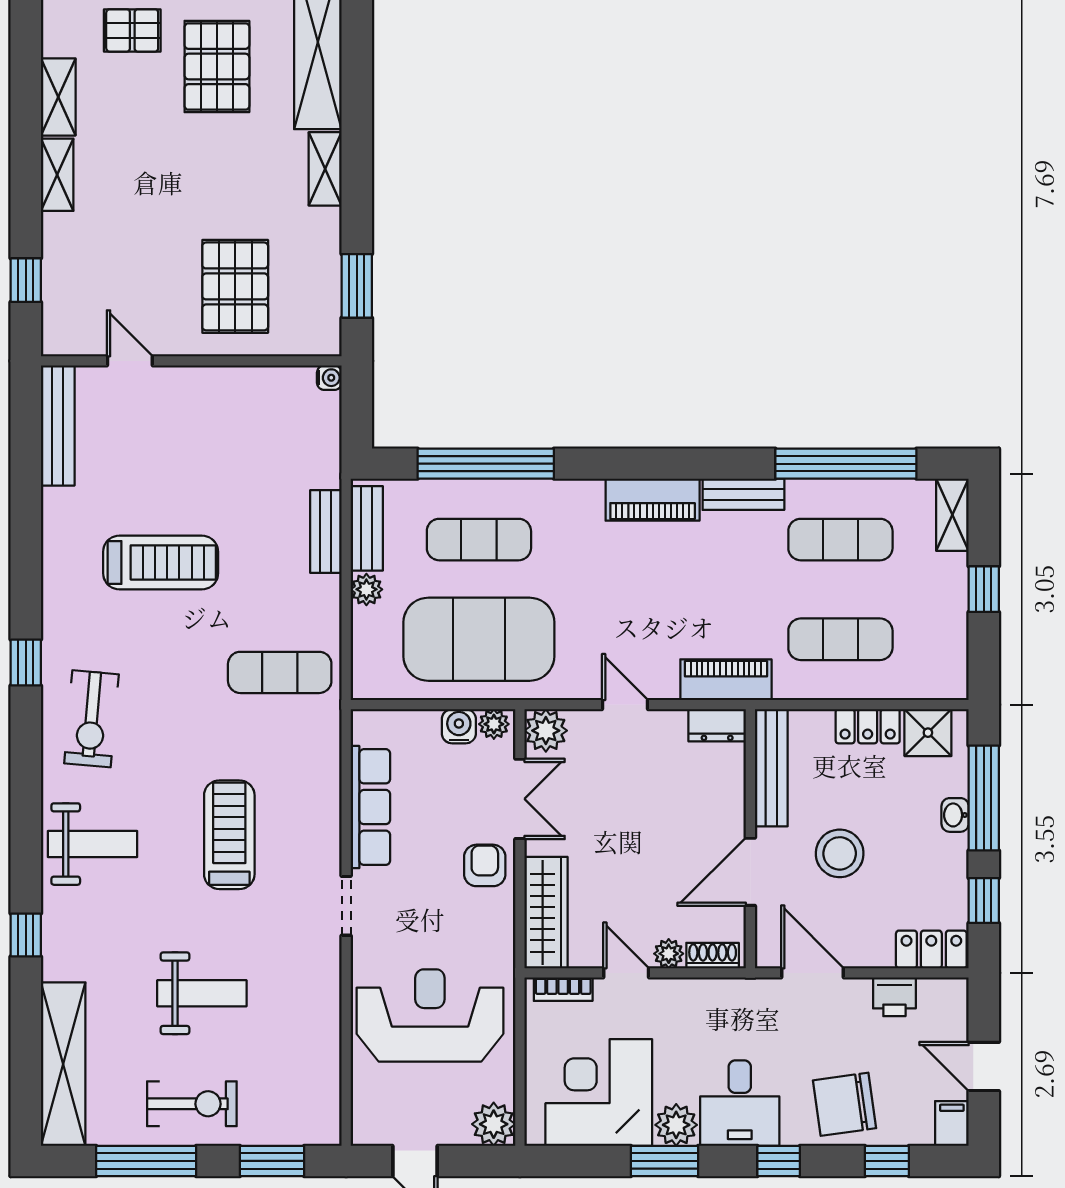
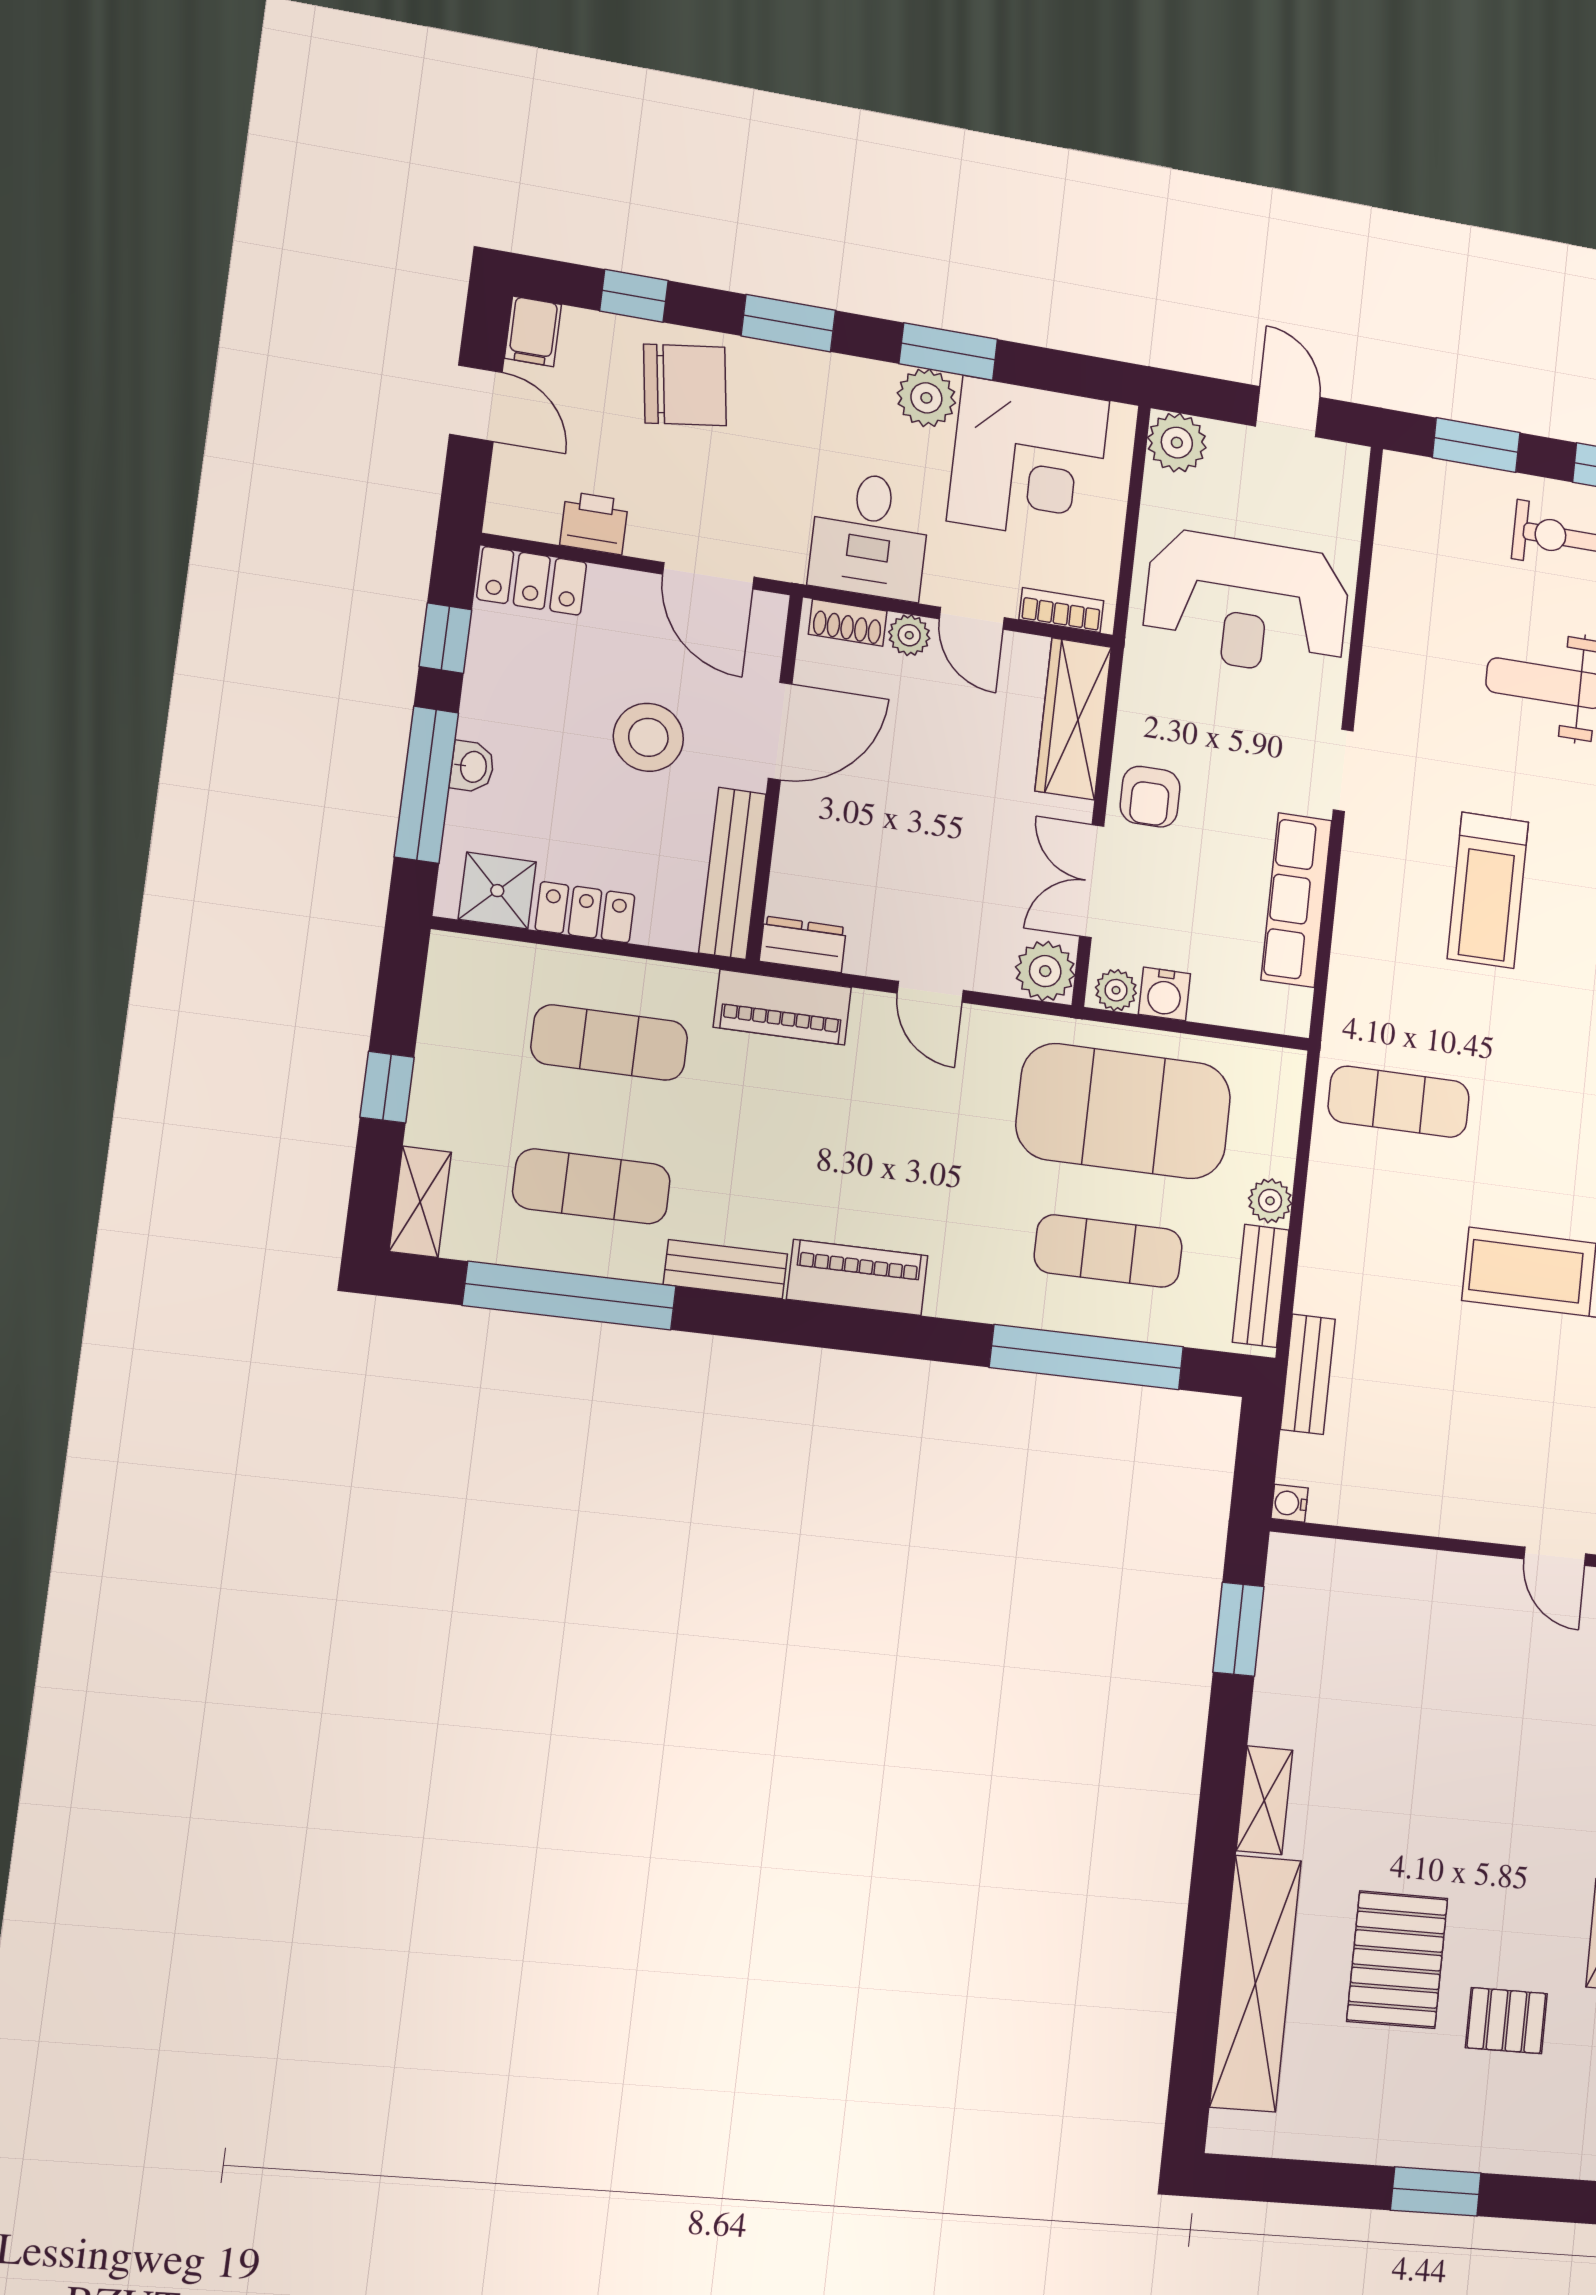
pallet: (235, 286) -> (1404, 1645), removed
bench: (326, 532) -> (1308, 1374), moved
desk: (740, 1103) -> (870, 535), moved, turned 180
window: (779, 1161) -> (788, 323), width x1.50

